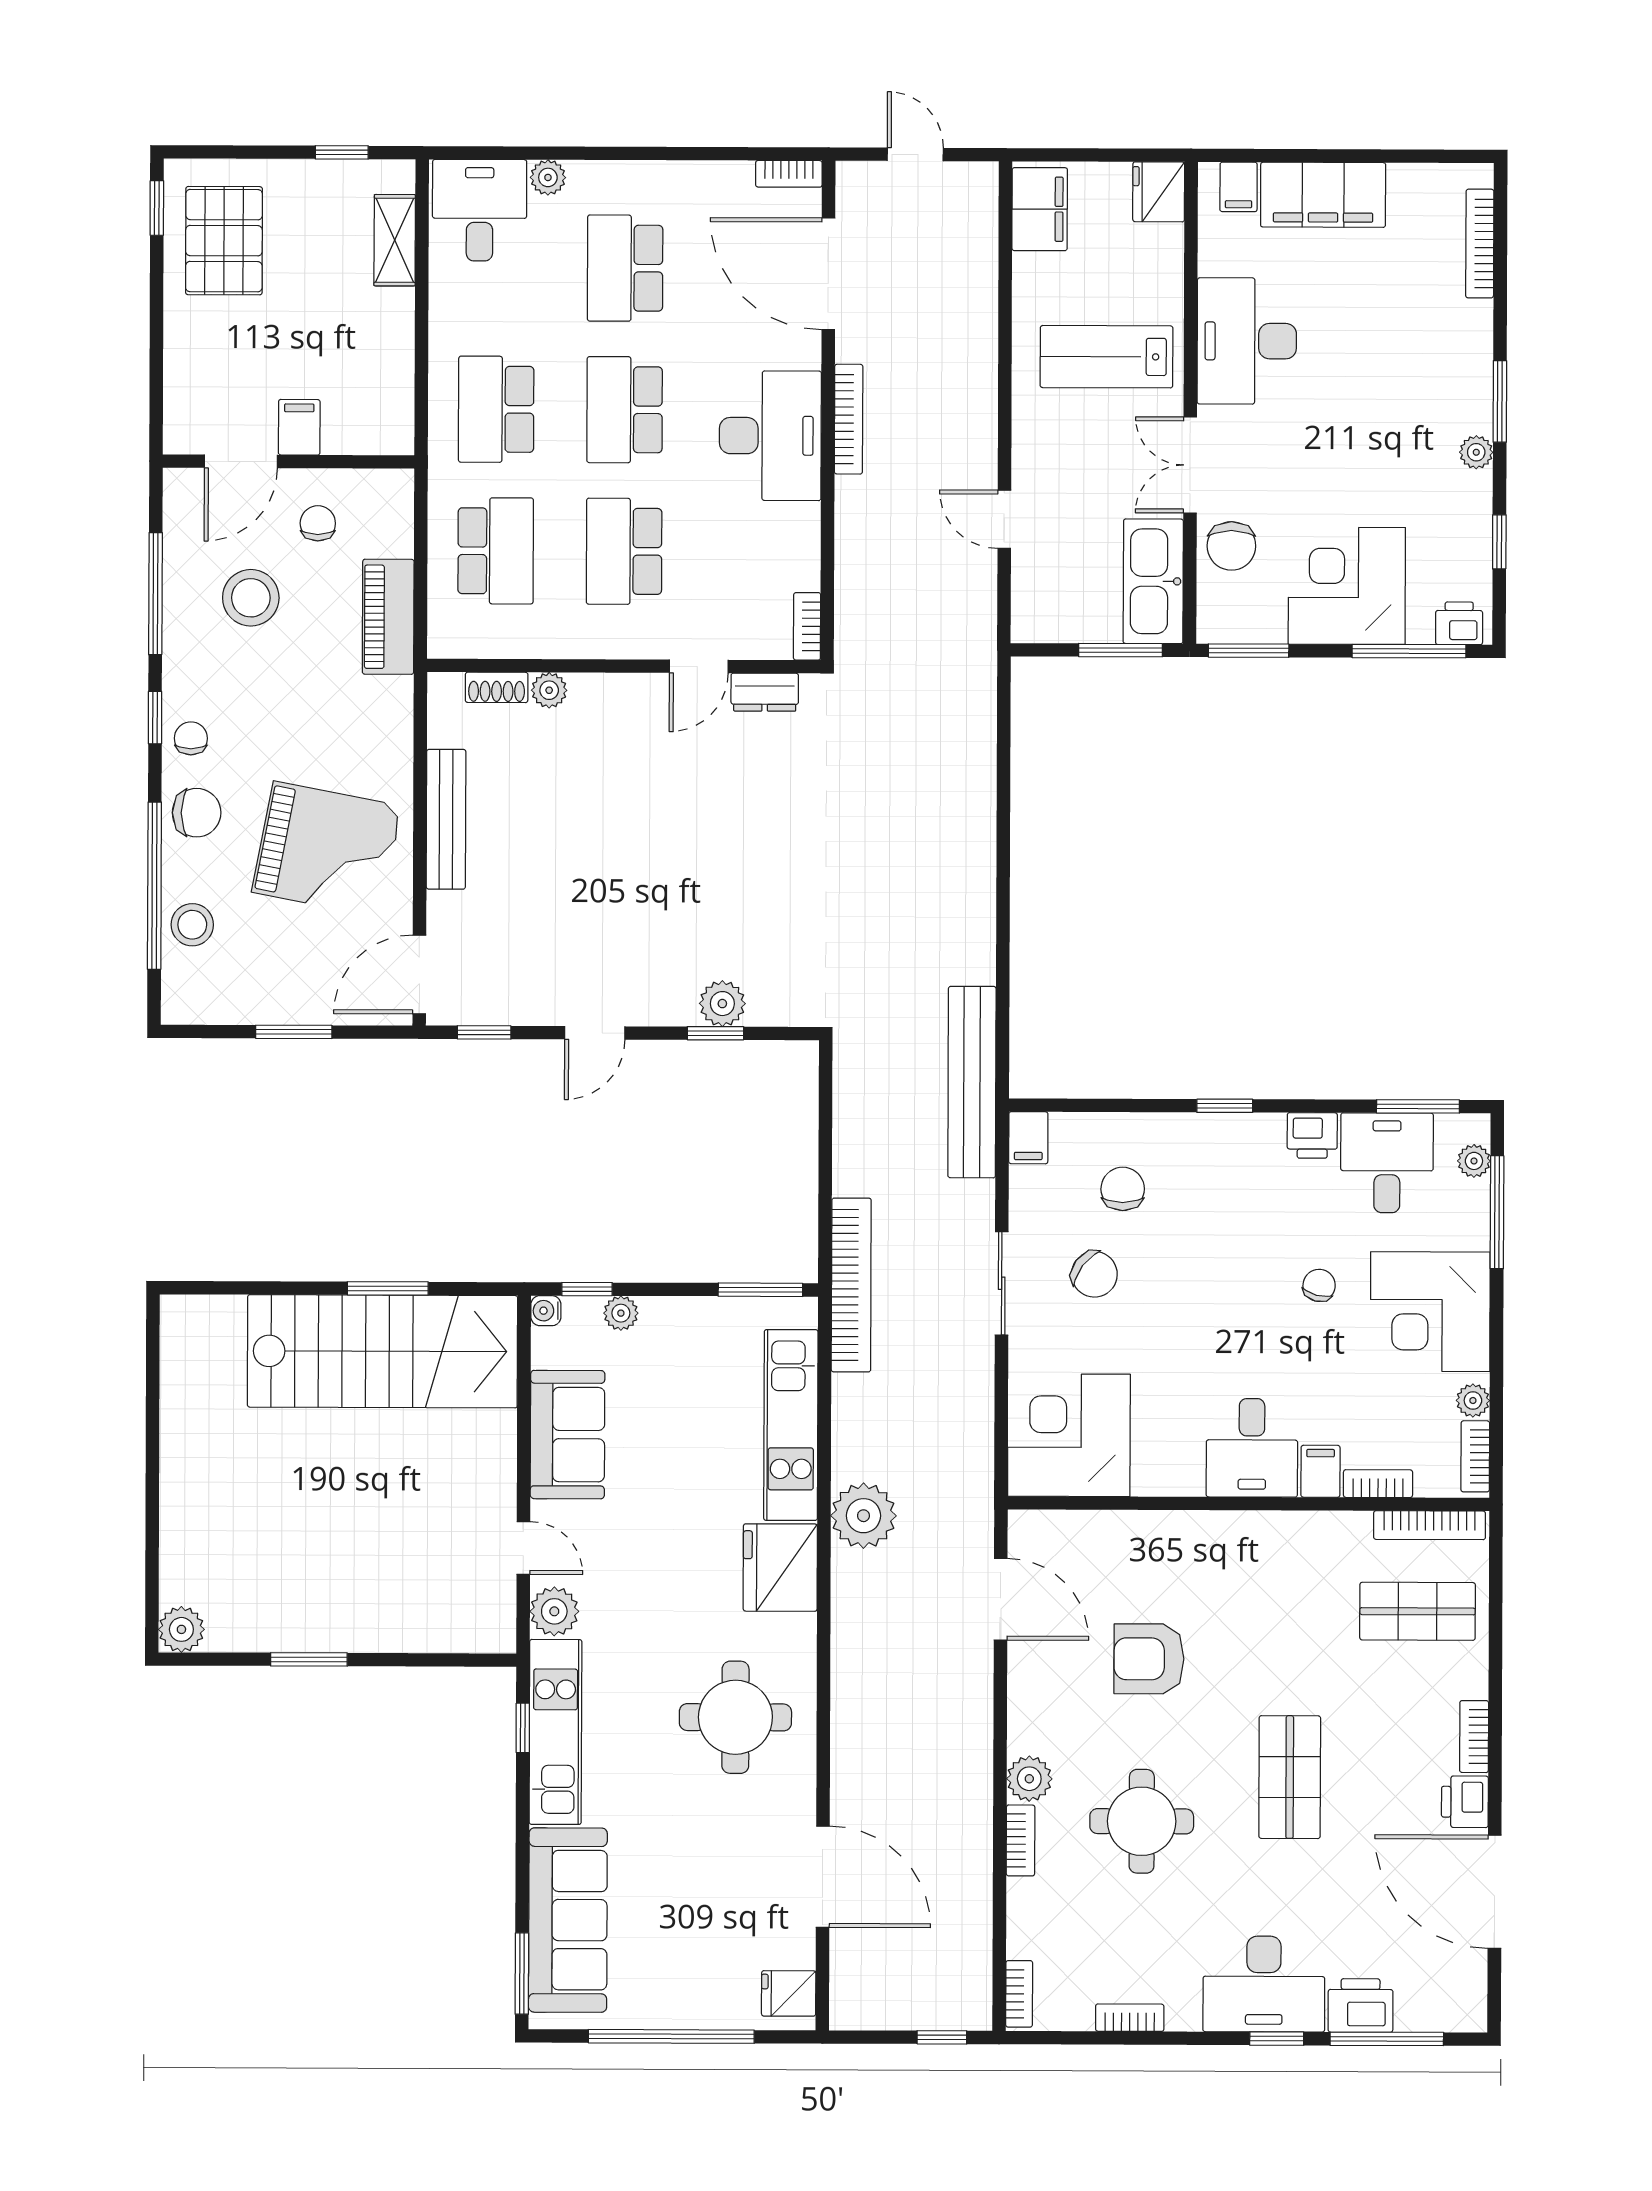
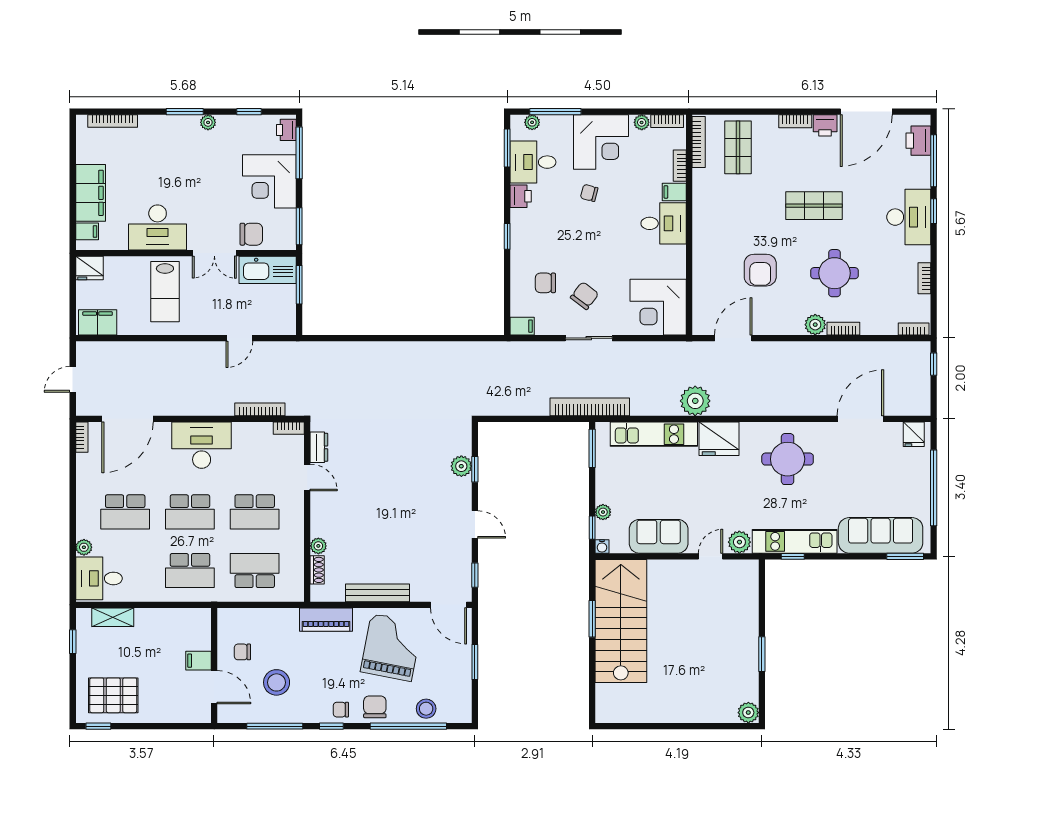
bookcase: (849, 419) -> (260, 409), moved
piano: (388, 617) -> (326, 620), moved
bench: (972, 1082) -> (497, 352), removed
printer: (1361, 2005) -> (918, 141), moved

